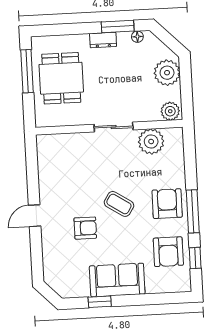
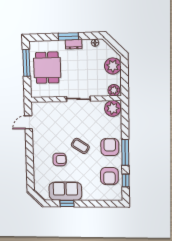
window: (118, 27) -> (68, 36), moved
plant: (151, 142) -> (113, 108), moved
door: (35, 216) -> (28, 122), moved
sofa: (117, 280) -> (65, 191), moved

